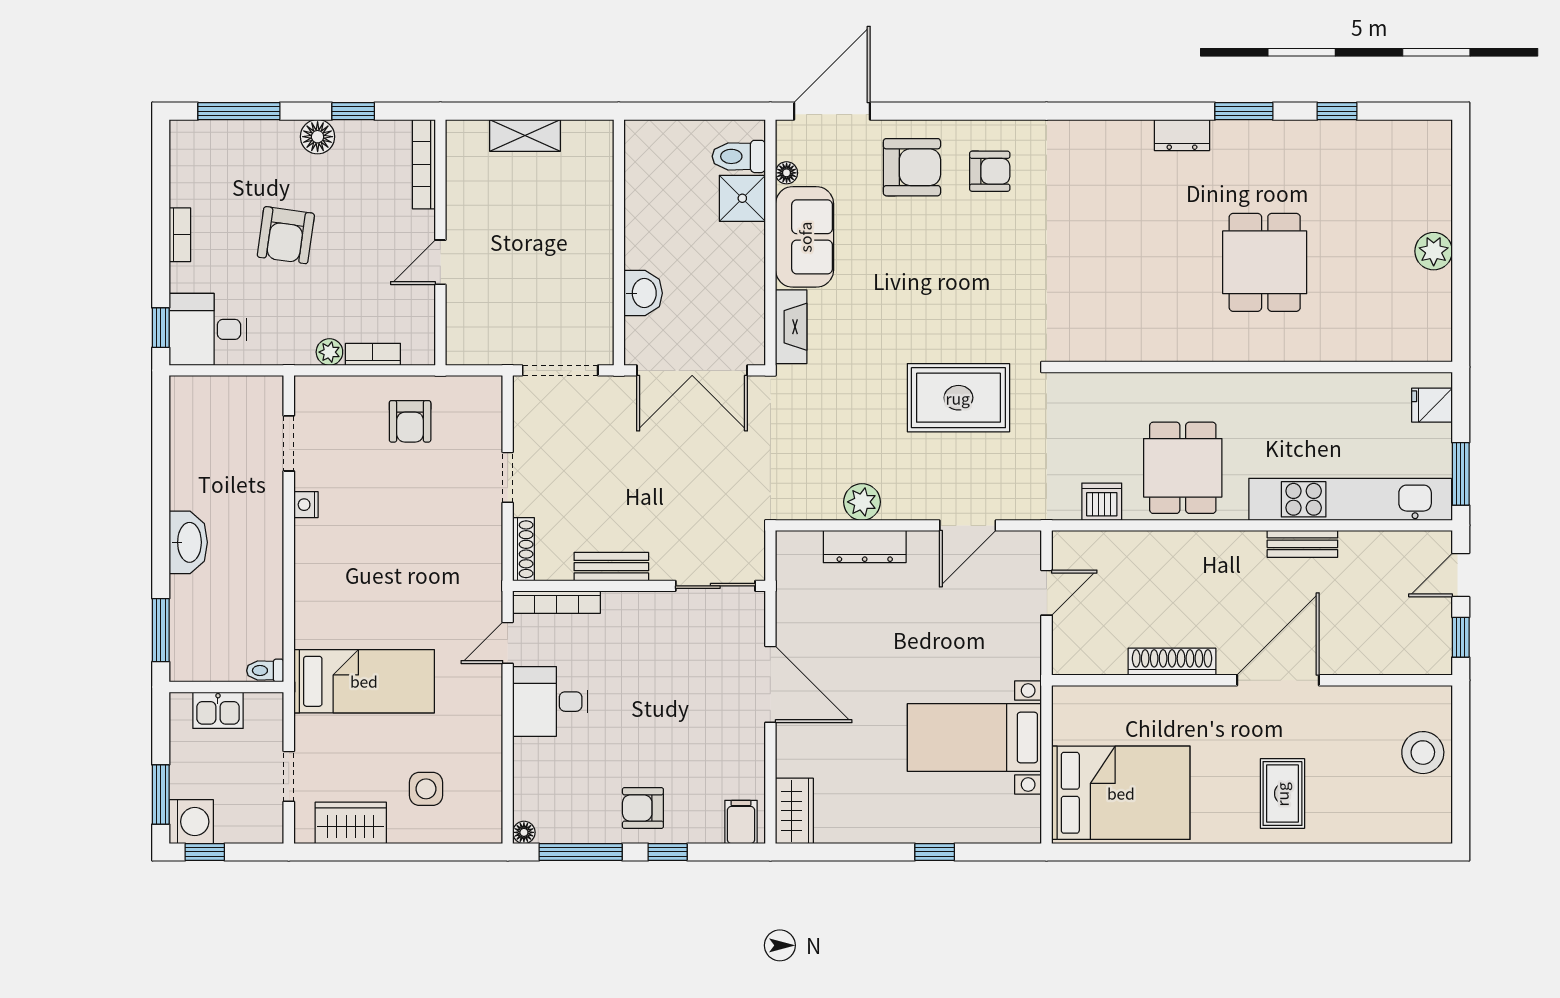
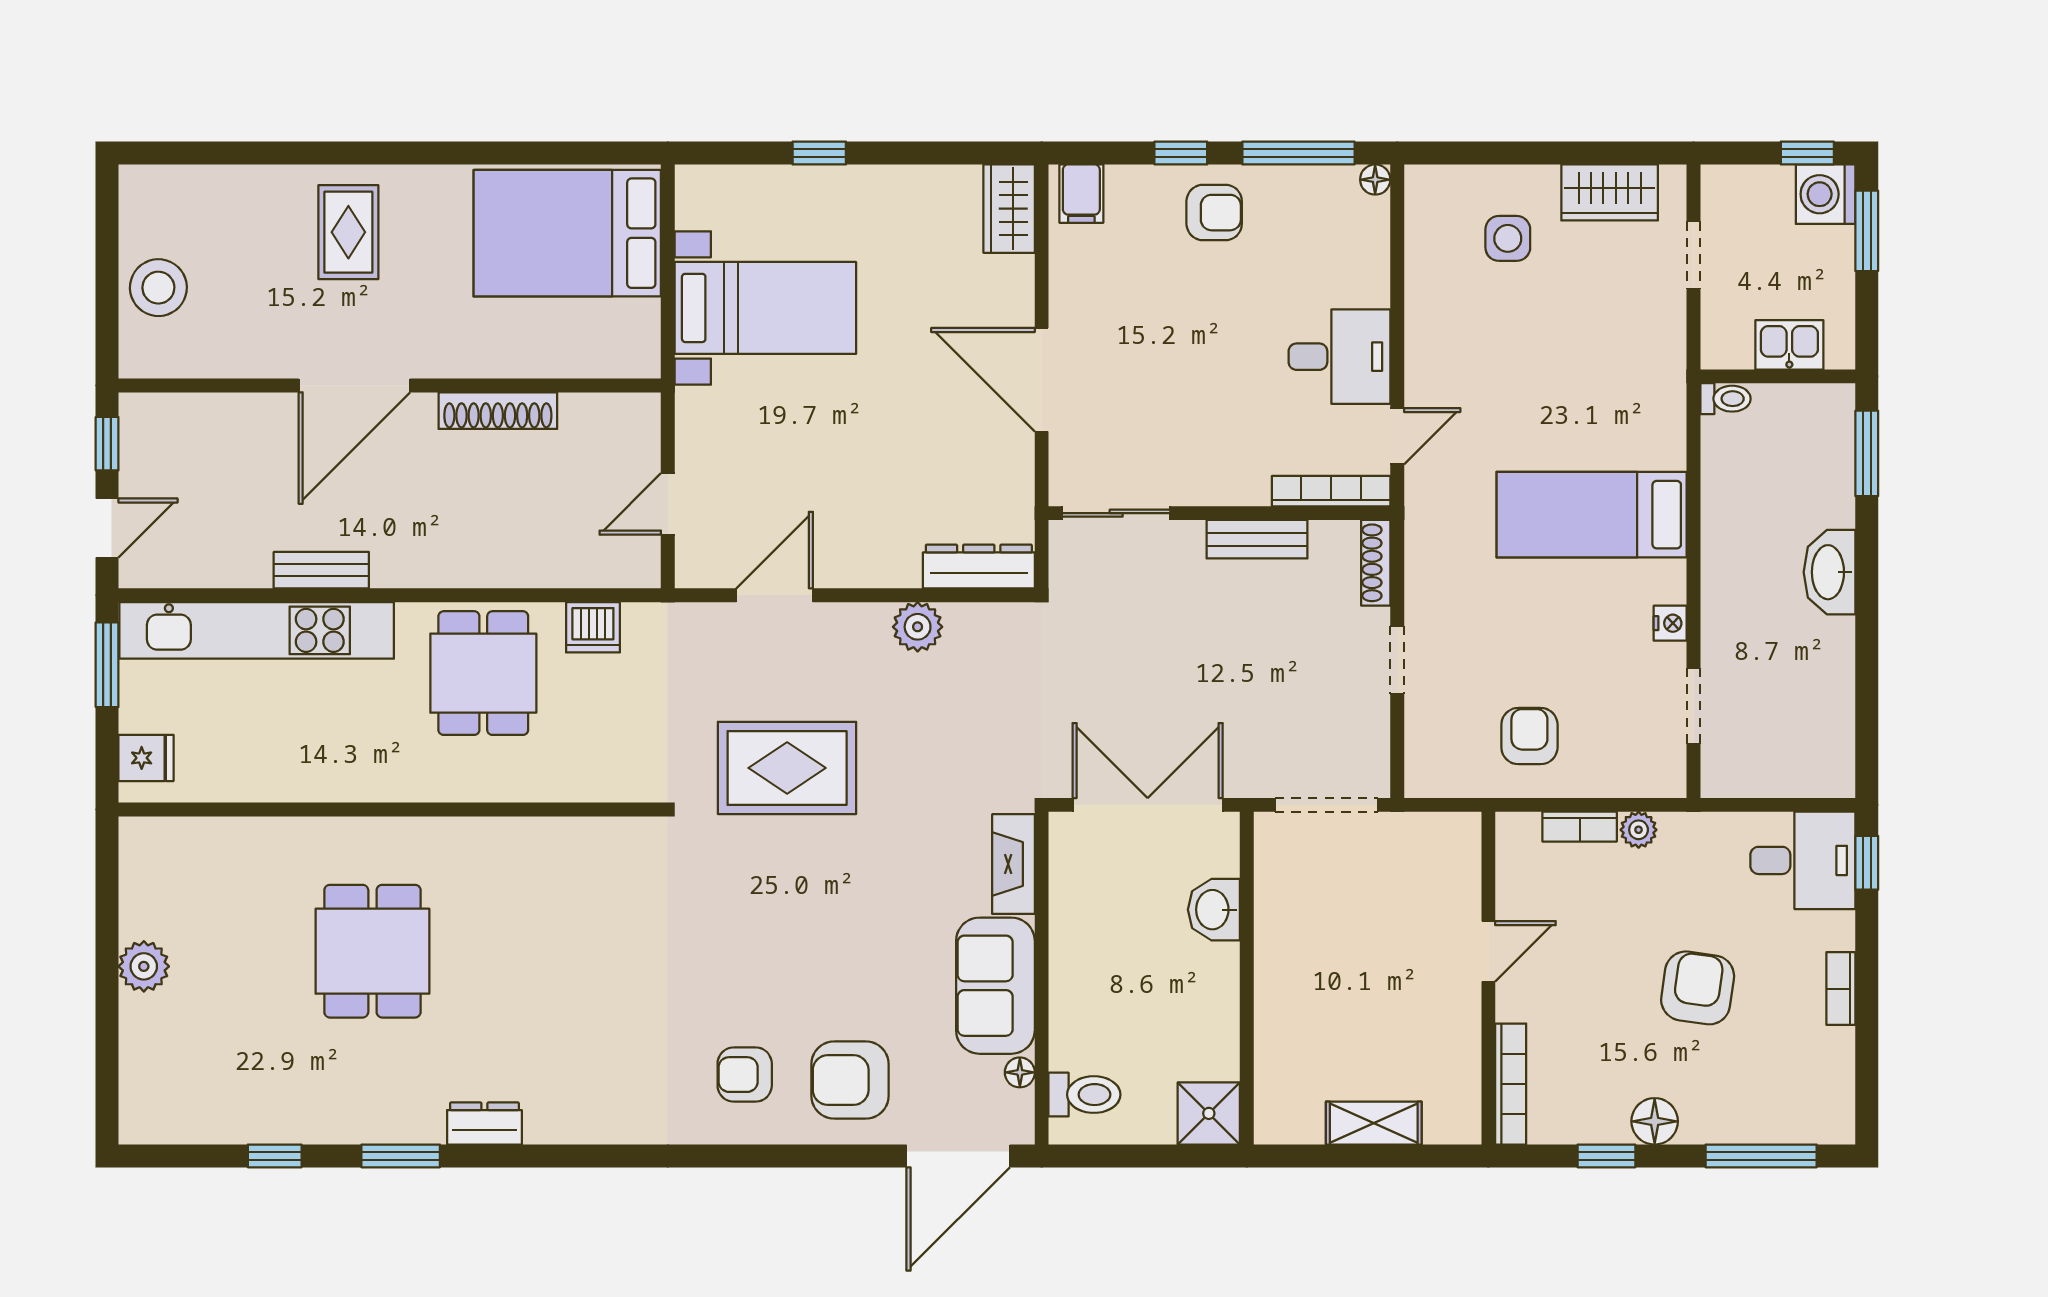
shower: (742, 198) -> (1209, 1113), moved
dresser: (865, 547) -> (979, 566), moved
bed: (364, 681) -> (1592, 515), moved

